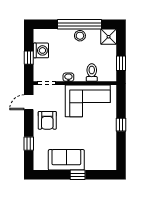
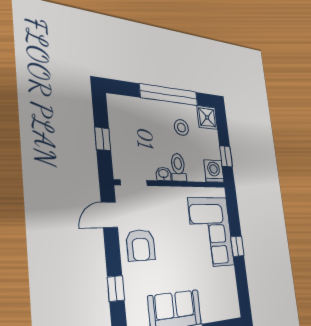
stool: (80, 36) -> (181, 128), moved
washing machine: (41, 50) -> (214, 171), moved, turned -90
toilet: (92, 73) -> (178, 167), moved
corner sofa: (88, 101) -> (211, 232), moved, turned 90

